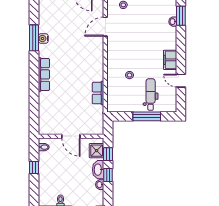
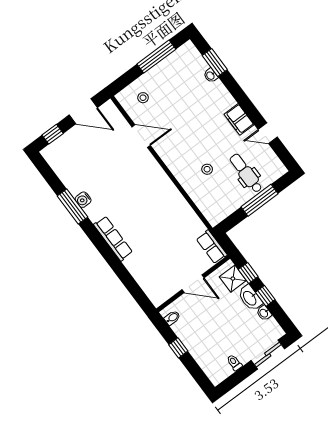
door: (105, 27) -> (141, 136), swing flipped
row of seats: (98, 93) -> (212, 247), moved

